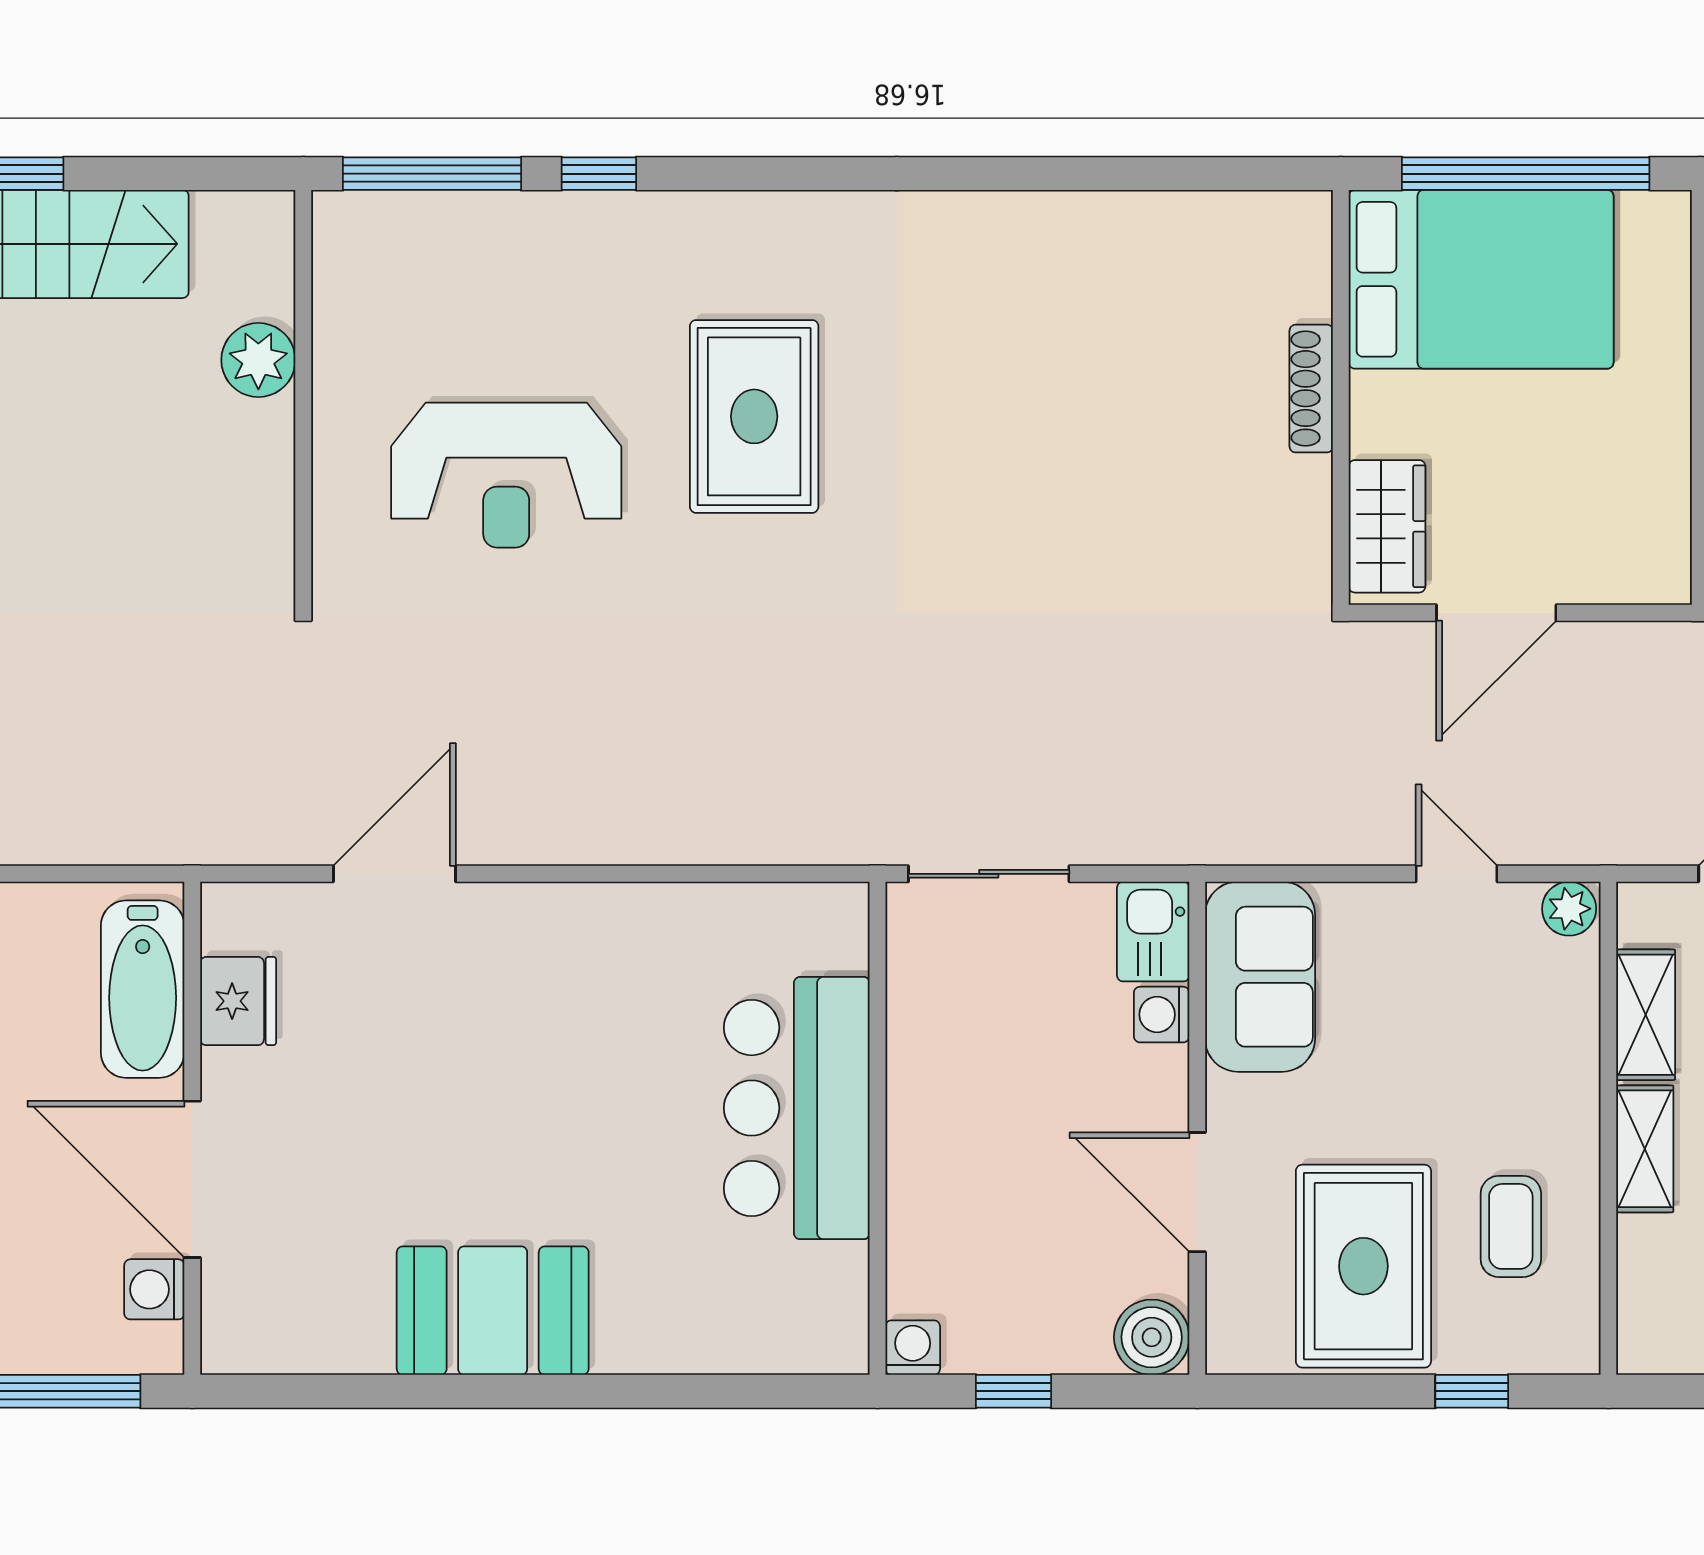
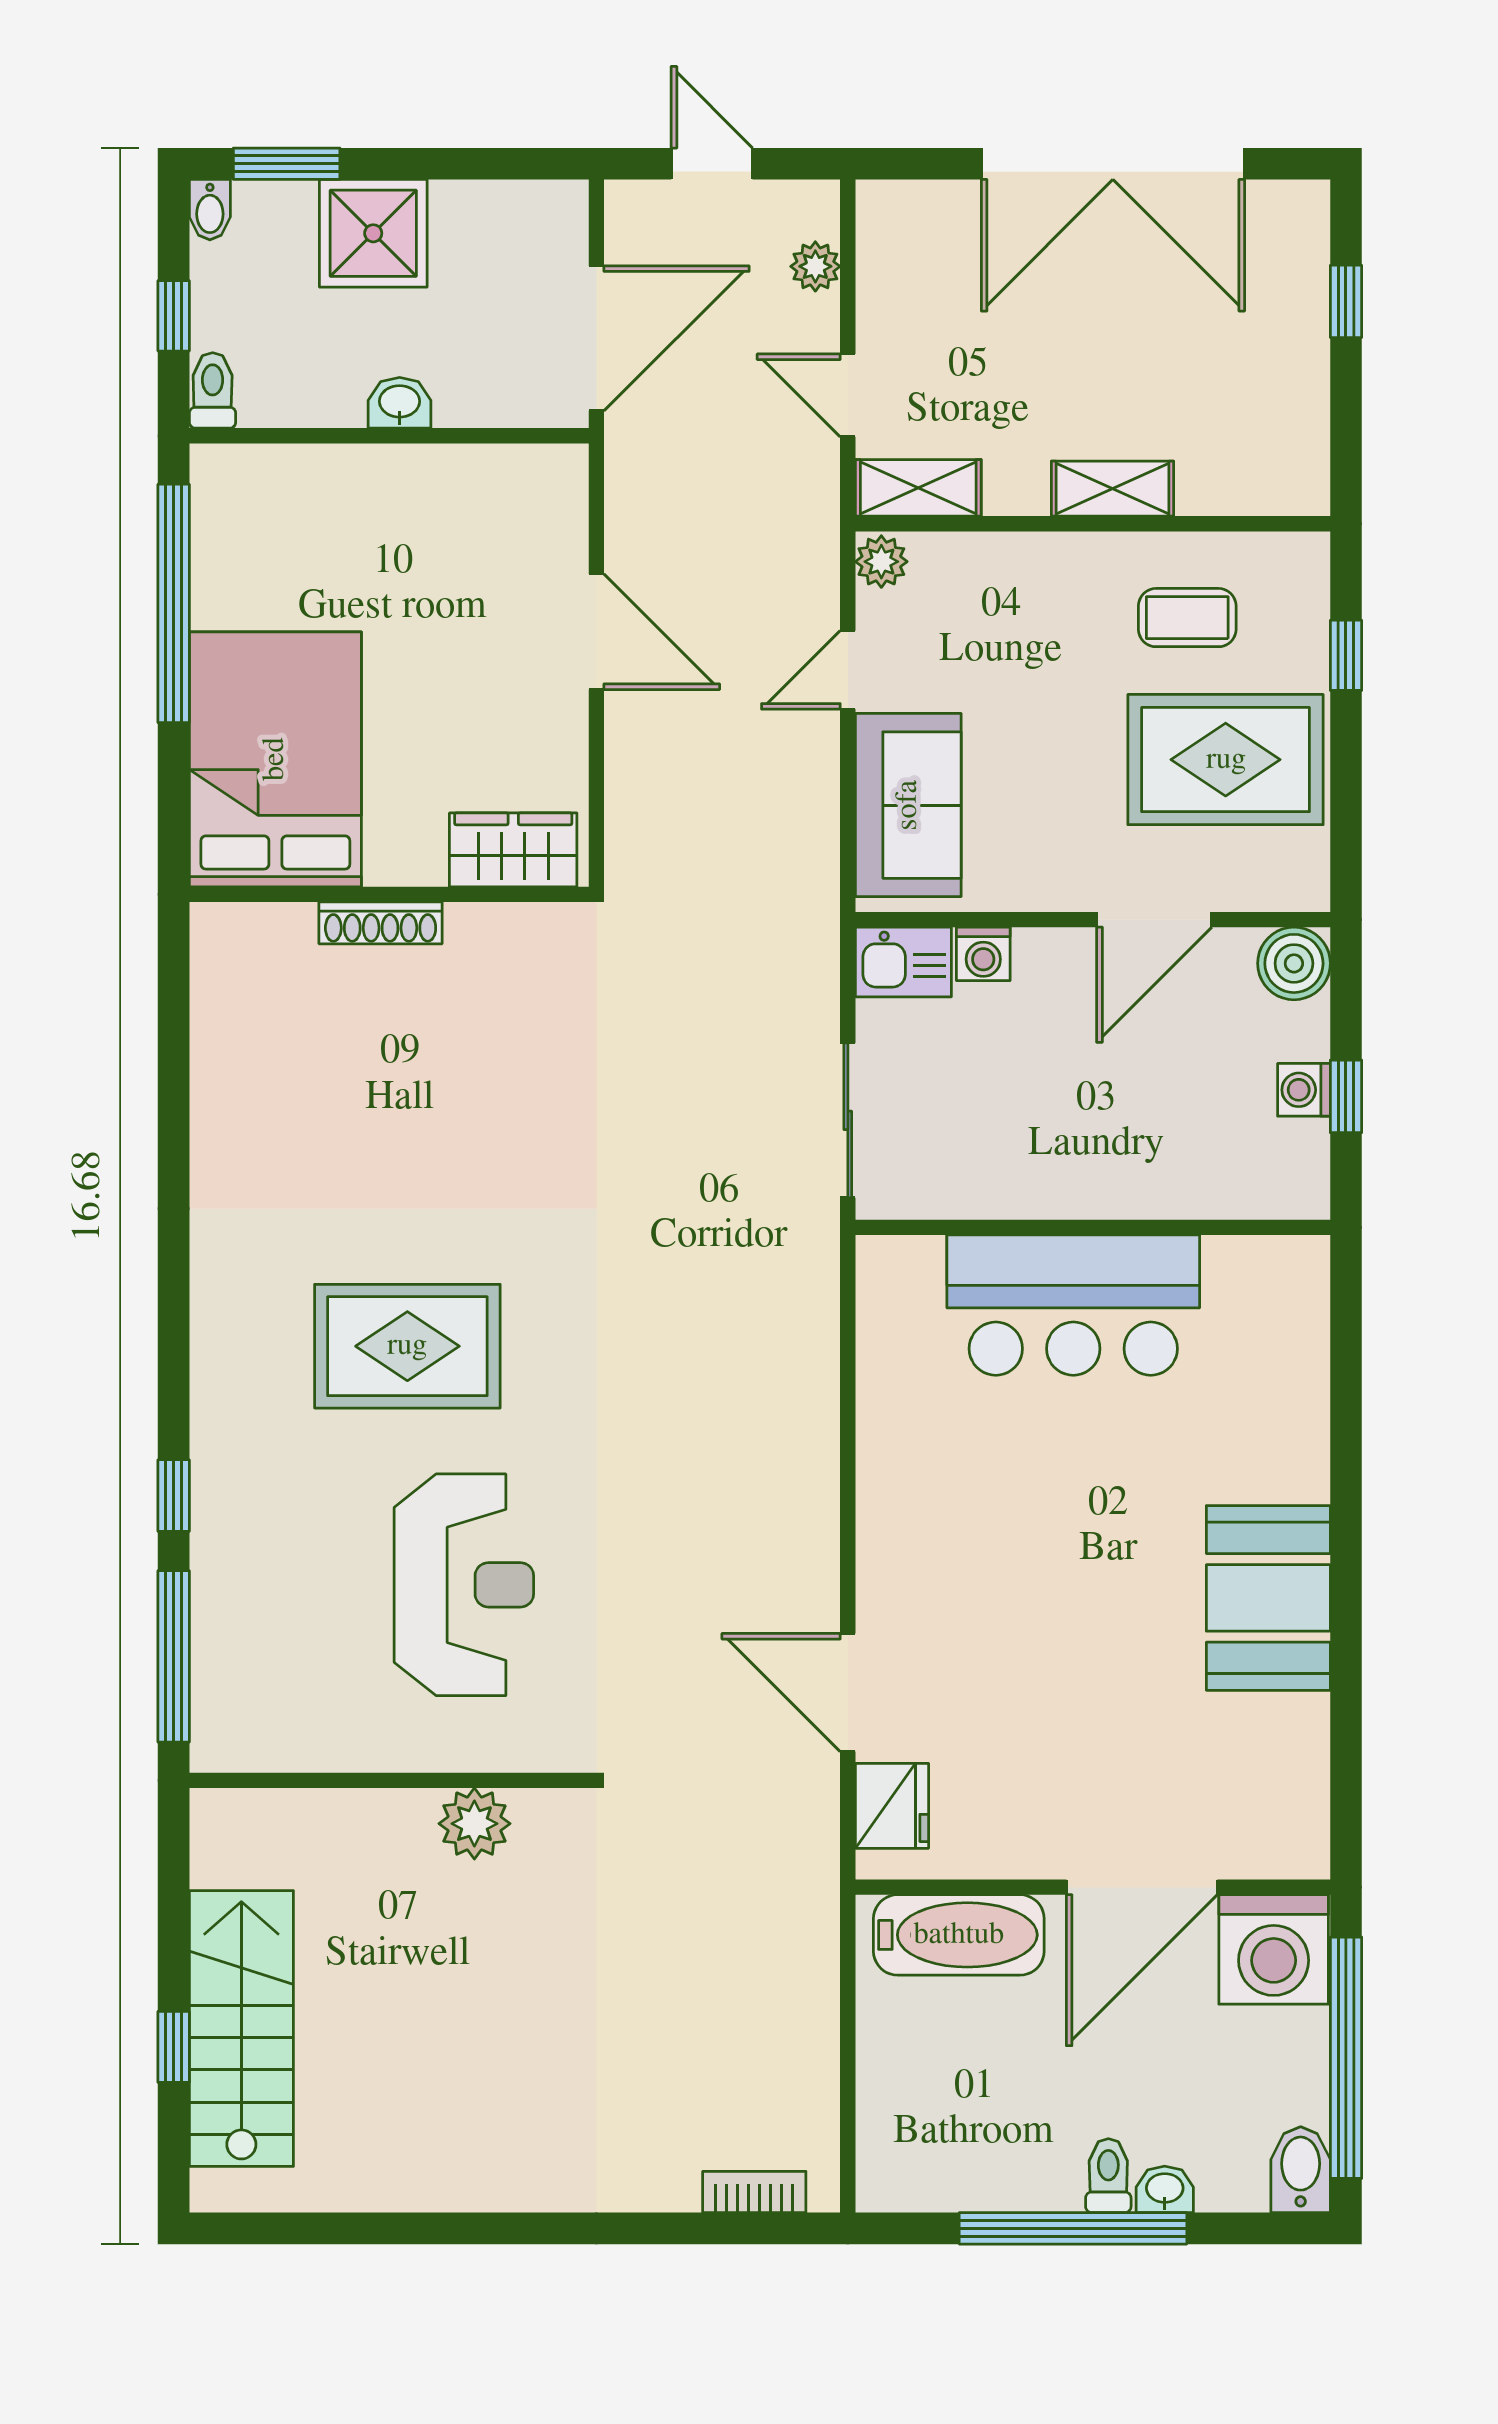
bed: (1481, 279) -> (275, 759), moved
plant: (258, 360) -> (474, 1824), moved
shoe rack: (1311, 389) -> (381, 923), moved
wall: (1341, 397) -> (389, 894), moved
wardrobe: (1387, 526) -> (513, 850), moved
sofa: (1260, 977) -> (908, 805), moved, turned 90
fridge: (238, 1001) -> (892, 1806), moved, turned 90
shelving: (1646, 1015) -> (918, 488), moved
washing machine: (154, 1289) -> (1274, 1949), width x1.89, depth x1.89
washing machine: (913, 1348) -> (1304, 1090), moved

